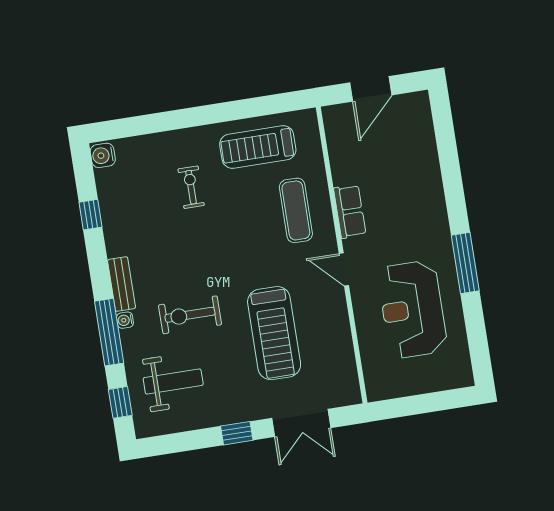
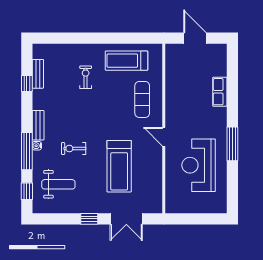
door: (371, 89) -> (195, 38), swing flipped
water cooler: (103, 155) -> (39, 52), removed
bench: (107, 194) -> (38, 74), added
row of seats: (350, 211) -> (220, 92), moved, turned 180
exercise bike: (190, 315) -> (74, 149), width x0.73, depth x0.72

